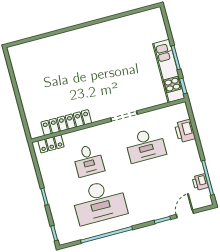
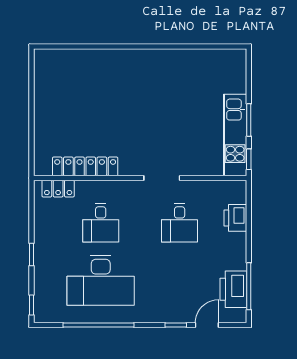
desk: (145, 145) -> (180, 223), width x0.73
printer: (200, 182) -> (233, 289), width x1.87, depth x1.48

